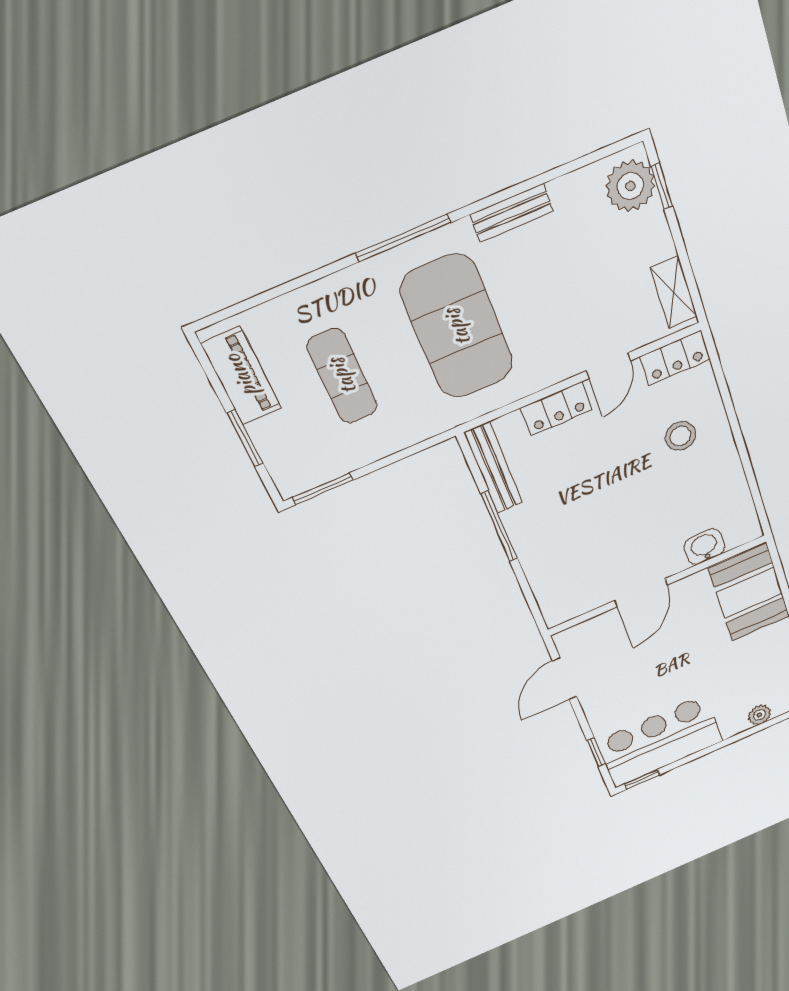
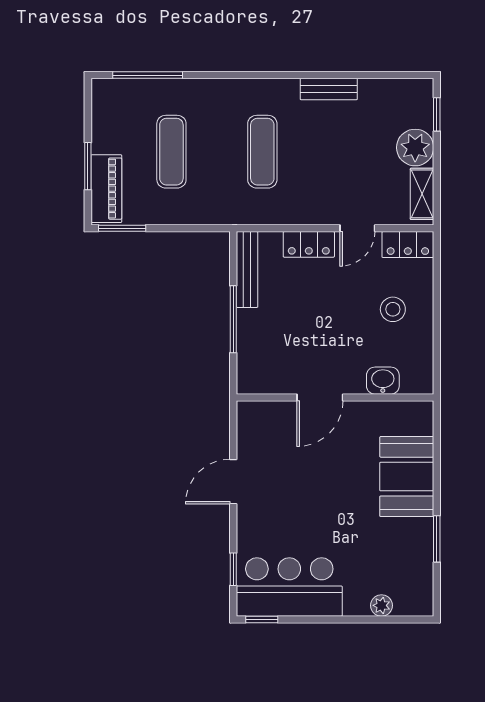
plant: (630, 186) -> (415, 148), moved
window: (403, 238) -> (148, 75), moved
exercise mat: (457, 327) -> (262, 152), width x0.50, depth x0.69
piano: (241, 376) -> (106, 189), moved
washbasin: (704, 547) -> (383, 381), moved
wall: (657, 586) -> (335, 397), moved
door: (641, 593) -> (320, 397), moved

